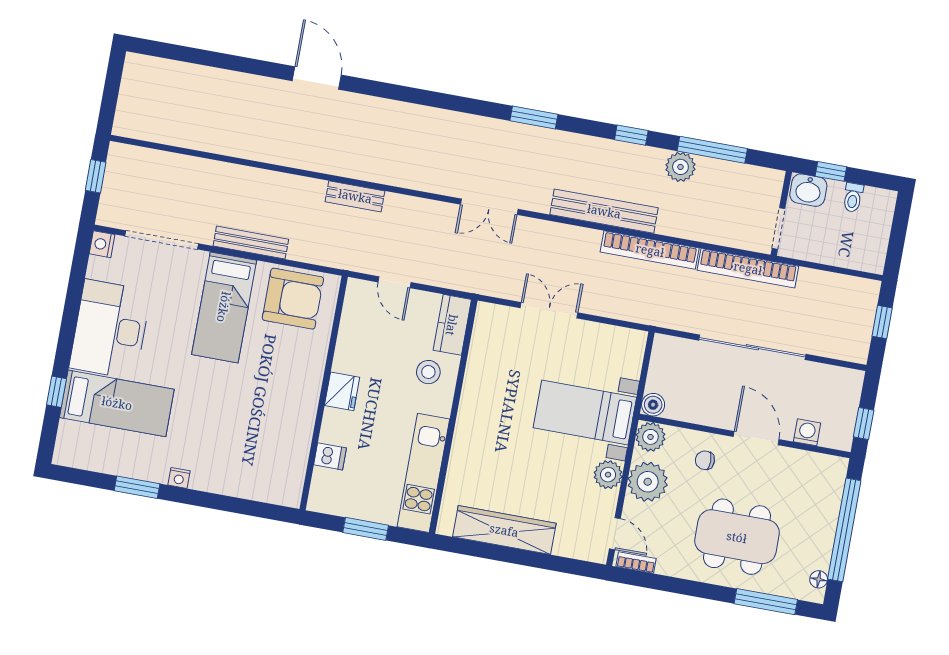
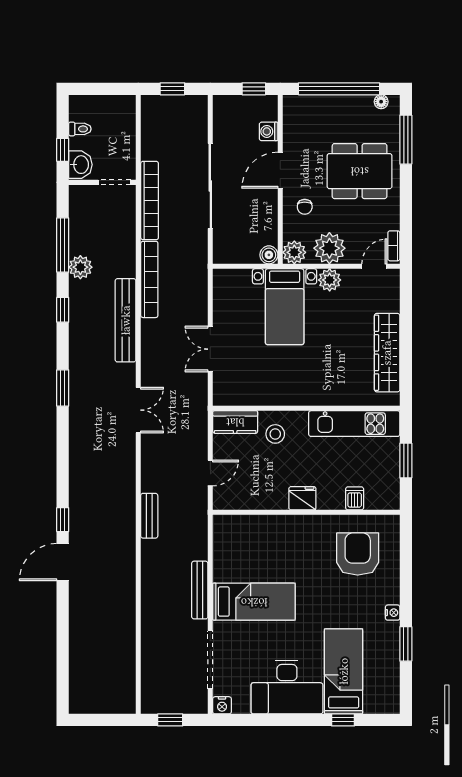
window: (370, 88) -> (63, 520), added
armchair: (293, 299) -> (358, 554), moved
dining table: (737, 537) -> (360, 171), turned 90

